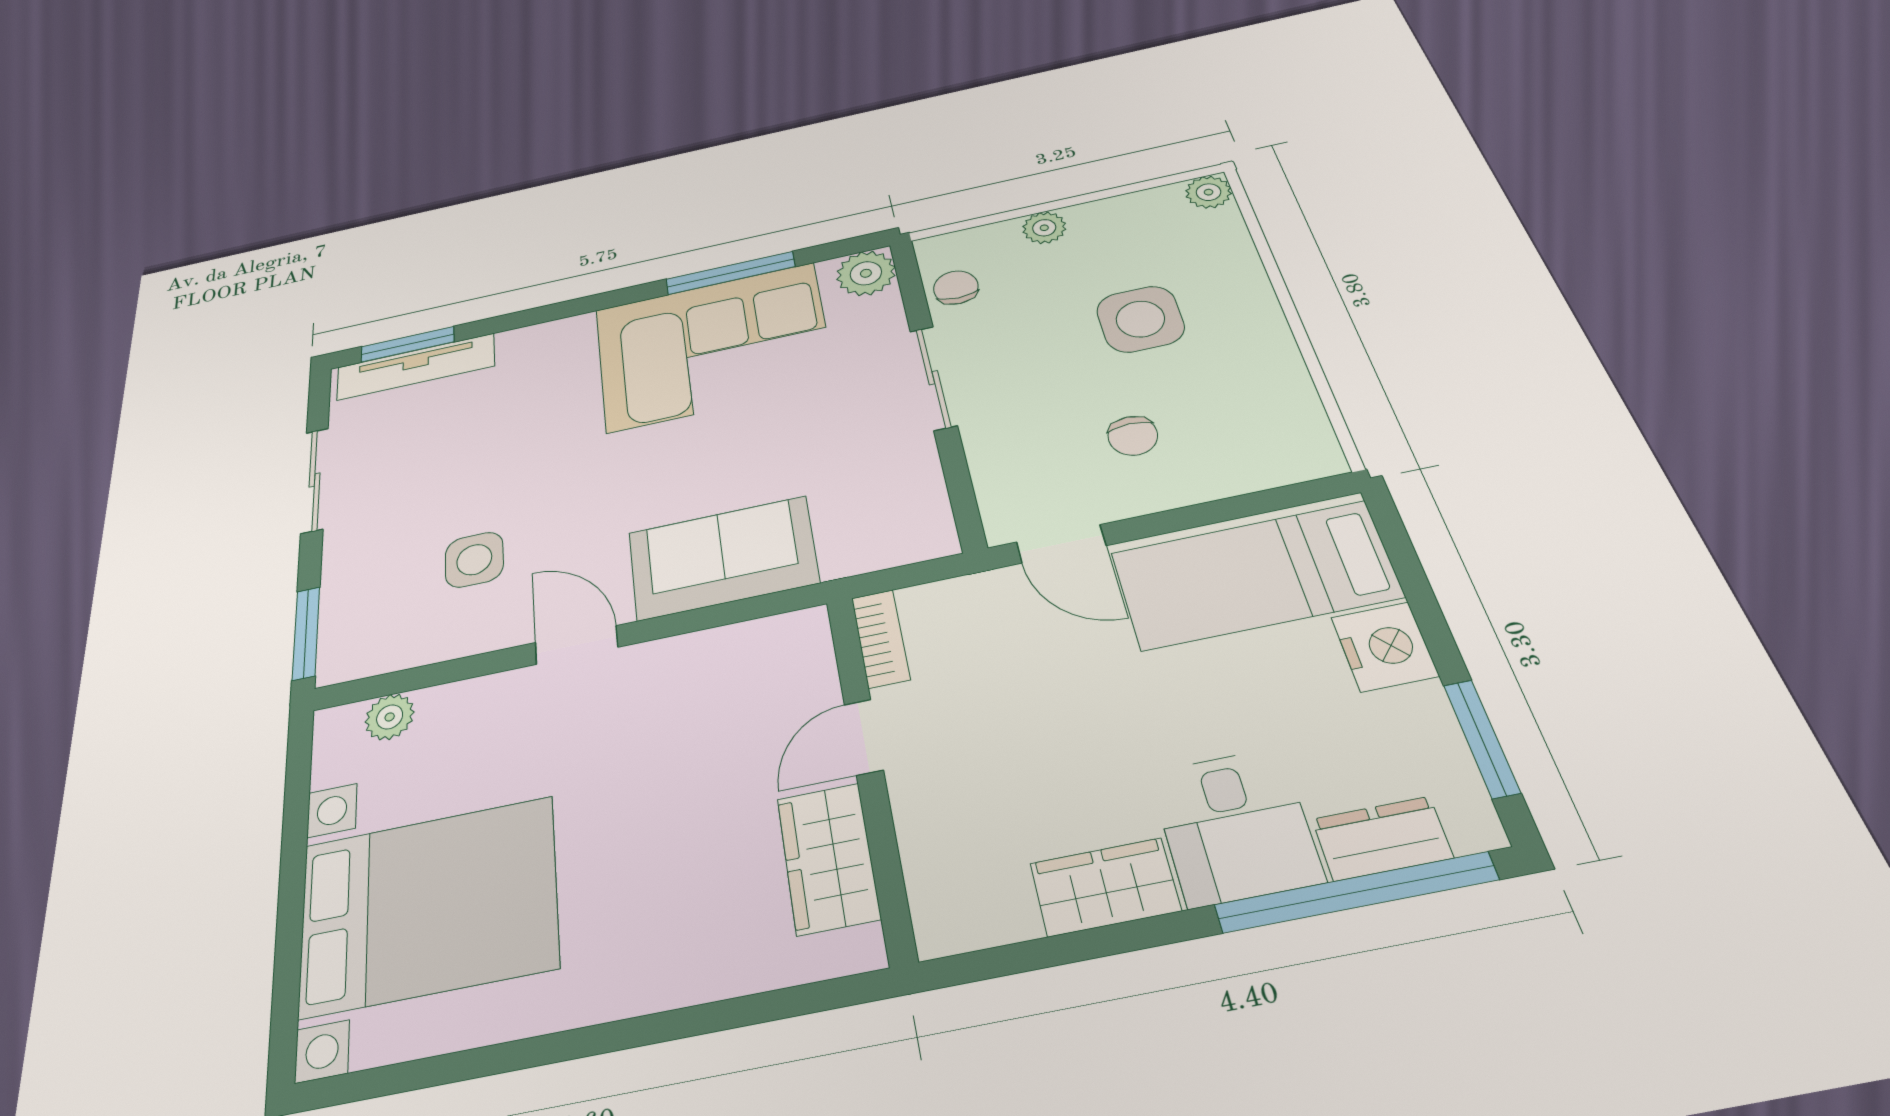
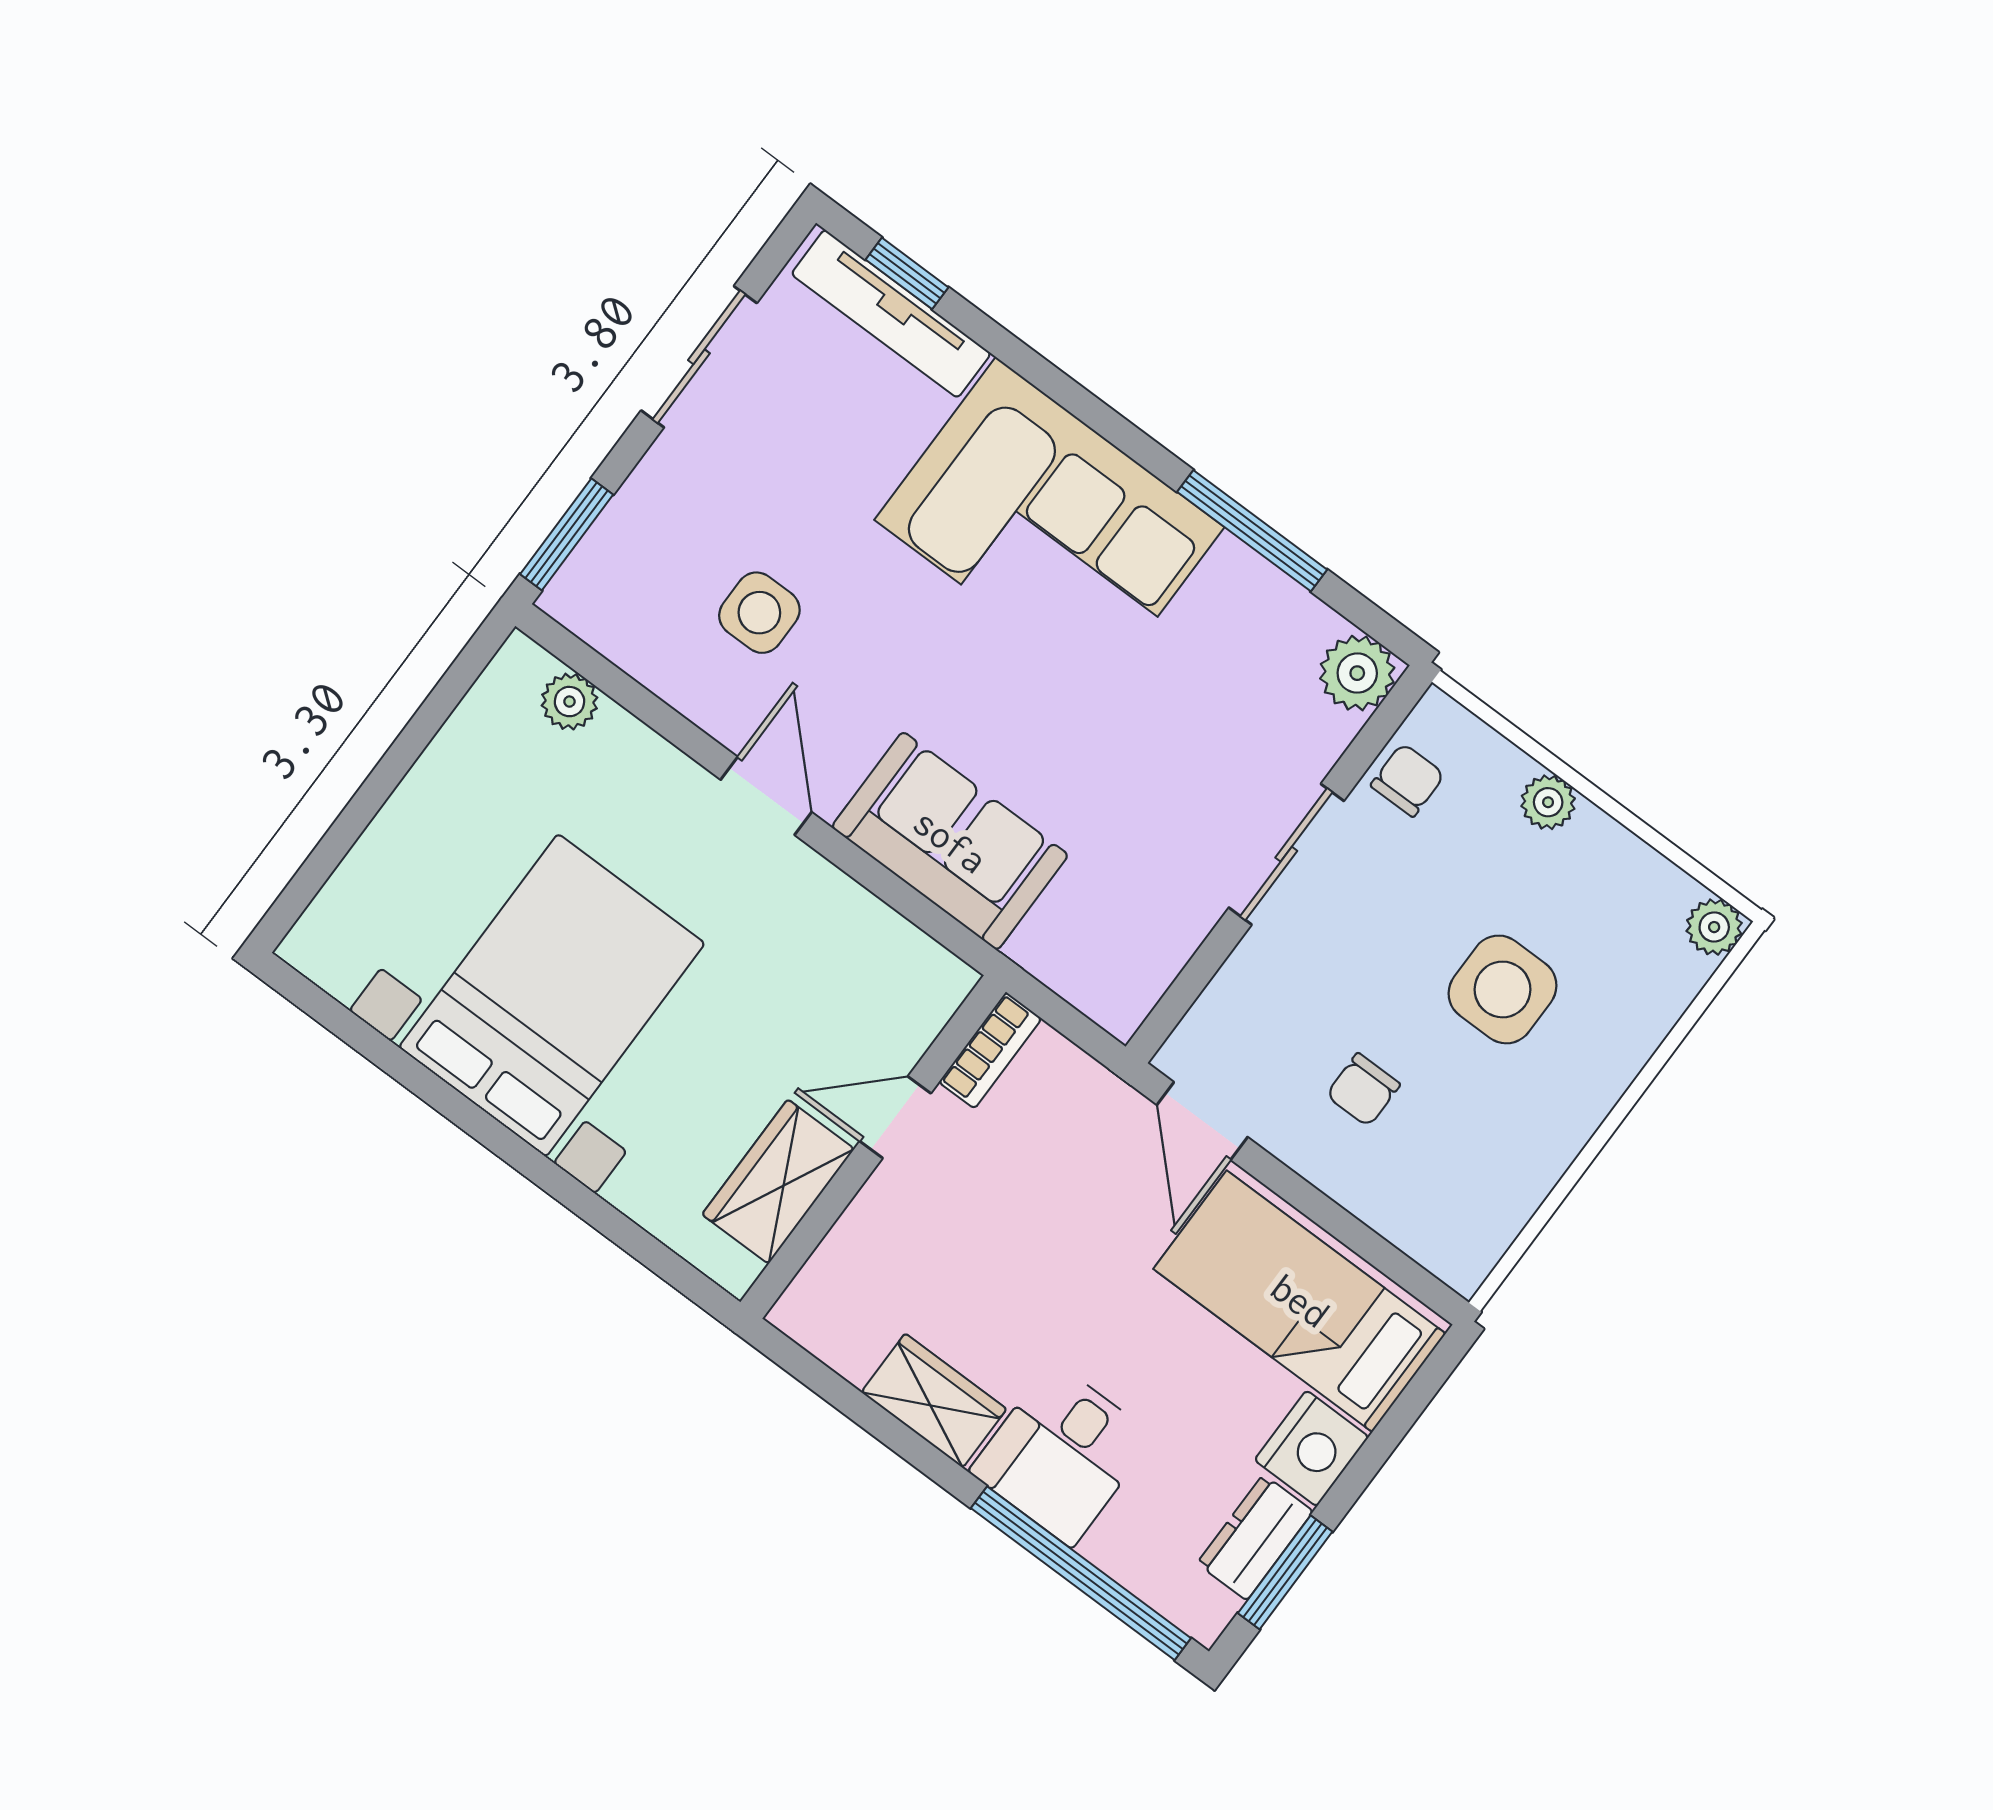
window: (408, 344) -> (907, 273), width x0.67
corner sofa: (713, 346) -> (1049, 523), moved
dresser: (1382, 838) -> (1255, 1537), moved, turned -90
bed with nightstands: (428, 905) -> (552, 995), moved, turned -90

